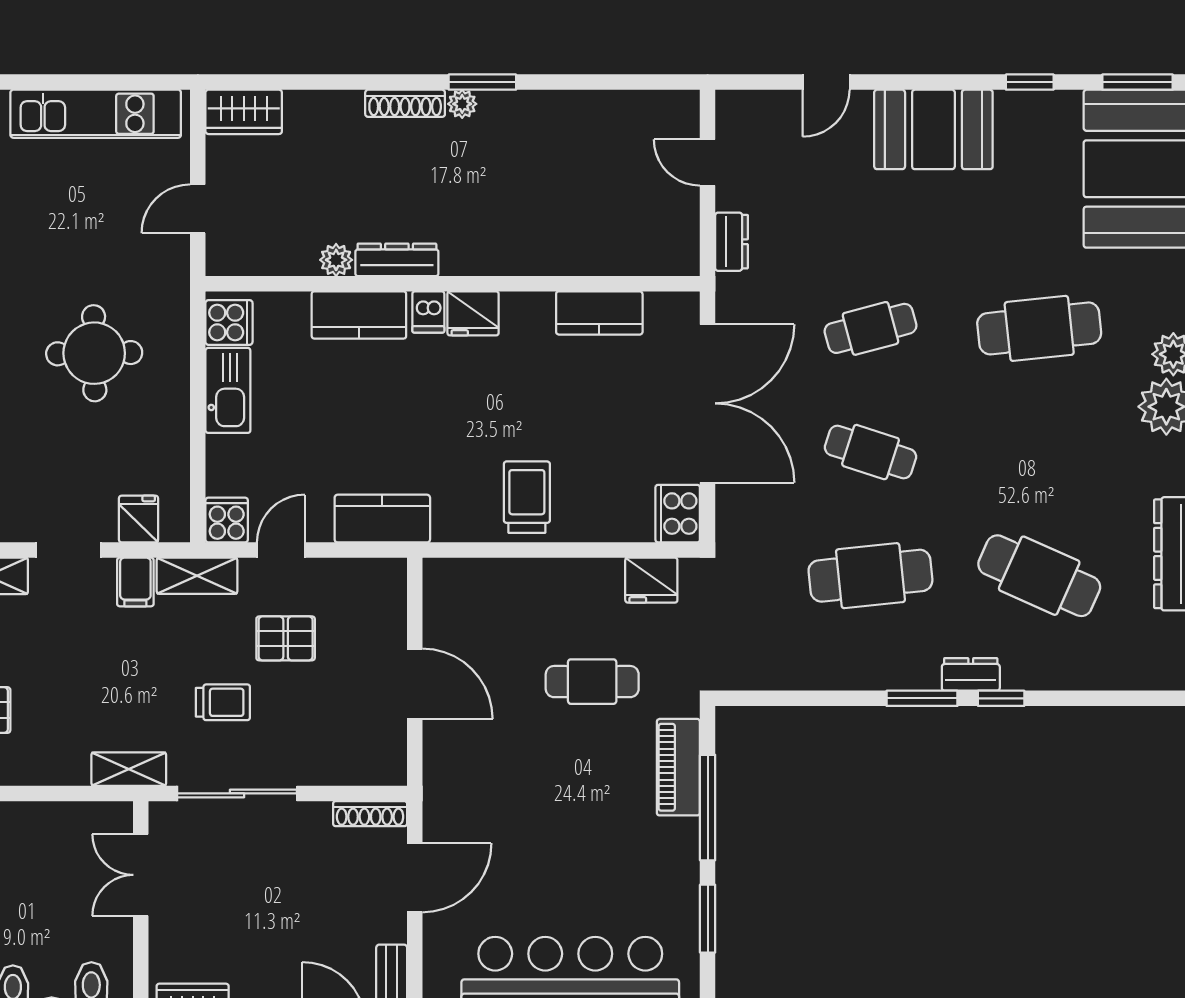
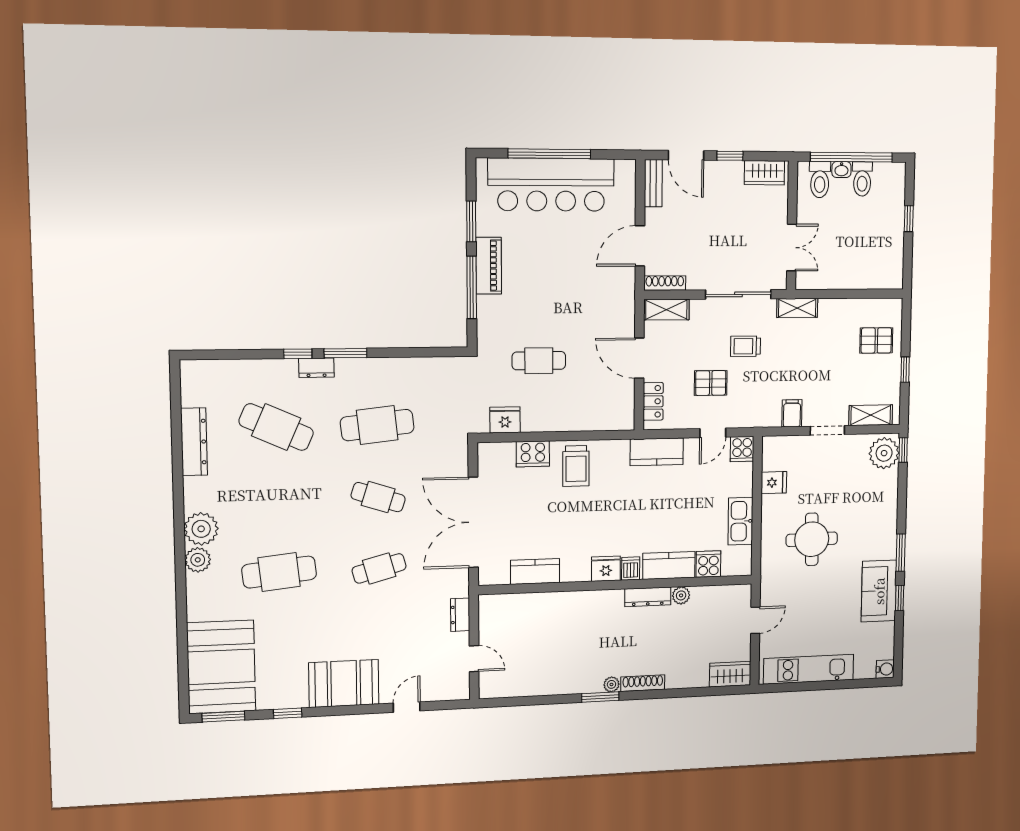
cooker: (229, 322) -> (708, 564), moved, turned 90
cooker: (678, 514) -> (533, 454), moved, turned 90
fridge: (138, 519) -> (774, 483), moved, turned -90
shelving: (197, 576) -> (666, 310), moved
locker: (389, 608) -> (653, 401), added
piano: (678, 767) -> (489, 266), moved

